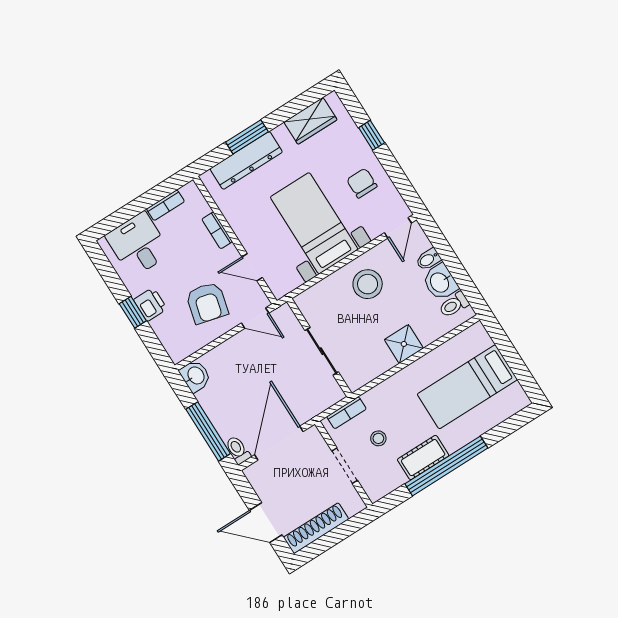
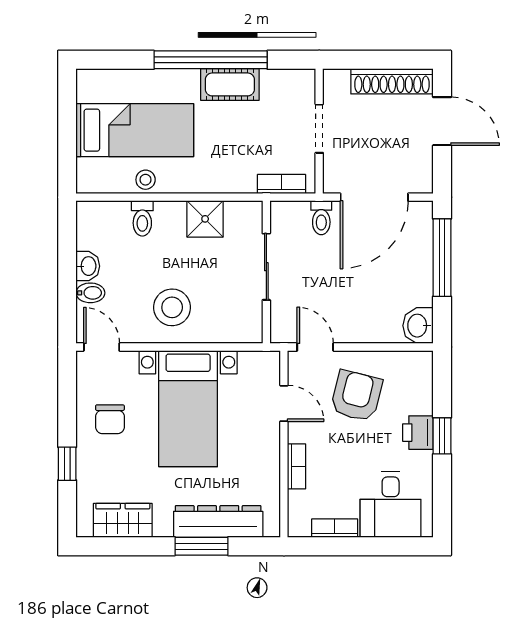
door: (398, 228) -> (102, 347), hinge flipped
washbasin: (440, 282) -> (88, 266), width x0.72, depth x0.69
toilet: (454, 305) -> (142, 218), moved, turned 90
shower: (404, 344) -> (205, 219), moved
stool: (378, 438) -> (146, 180), moved
toilet: (238, 450) -> (321, 218), moved

